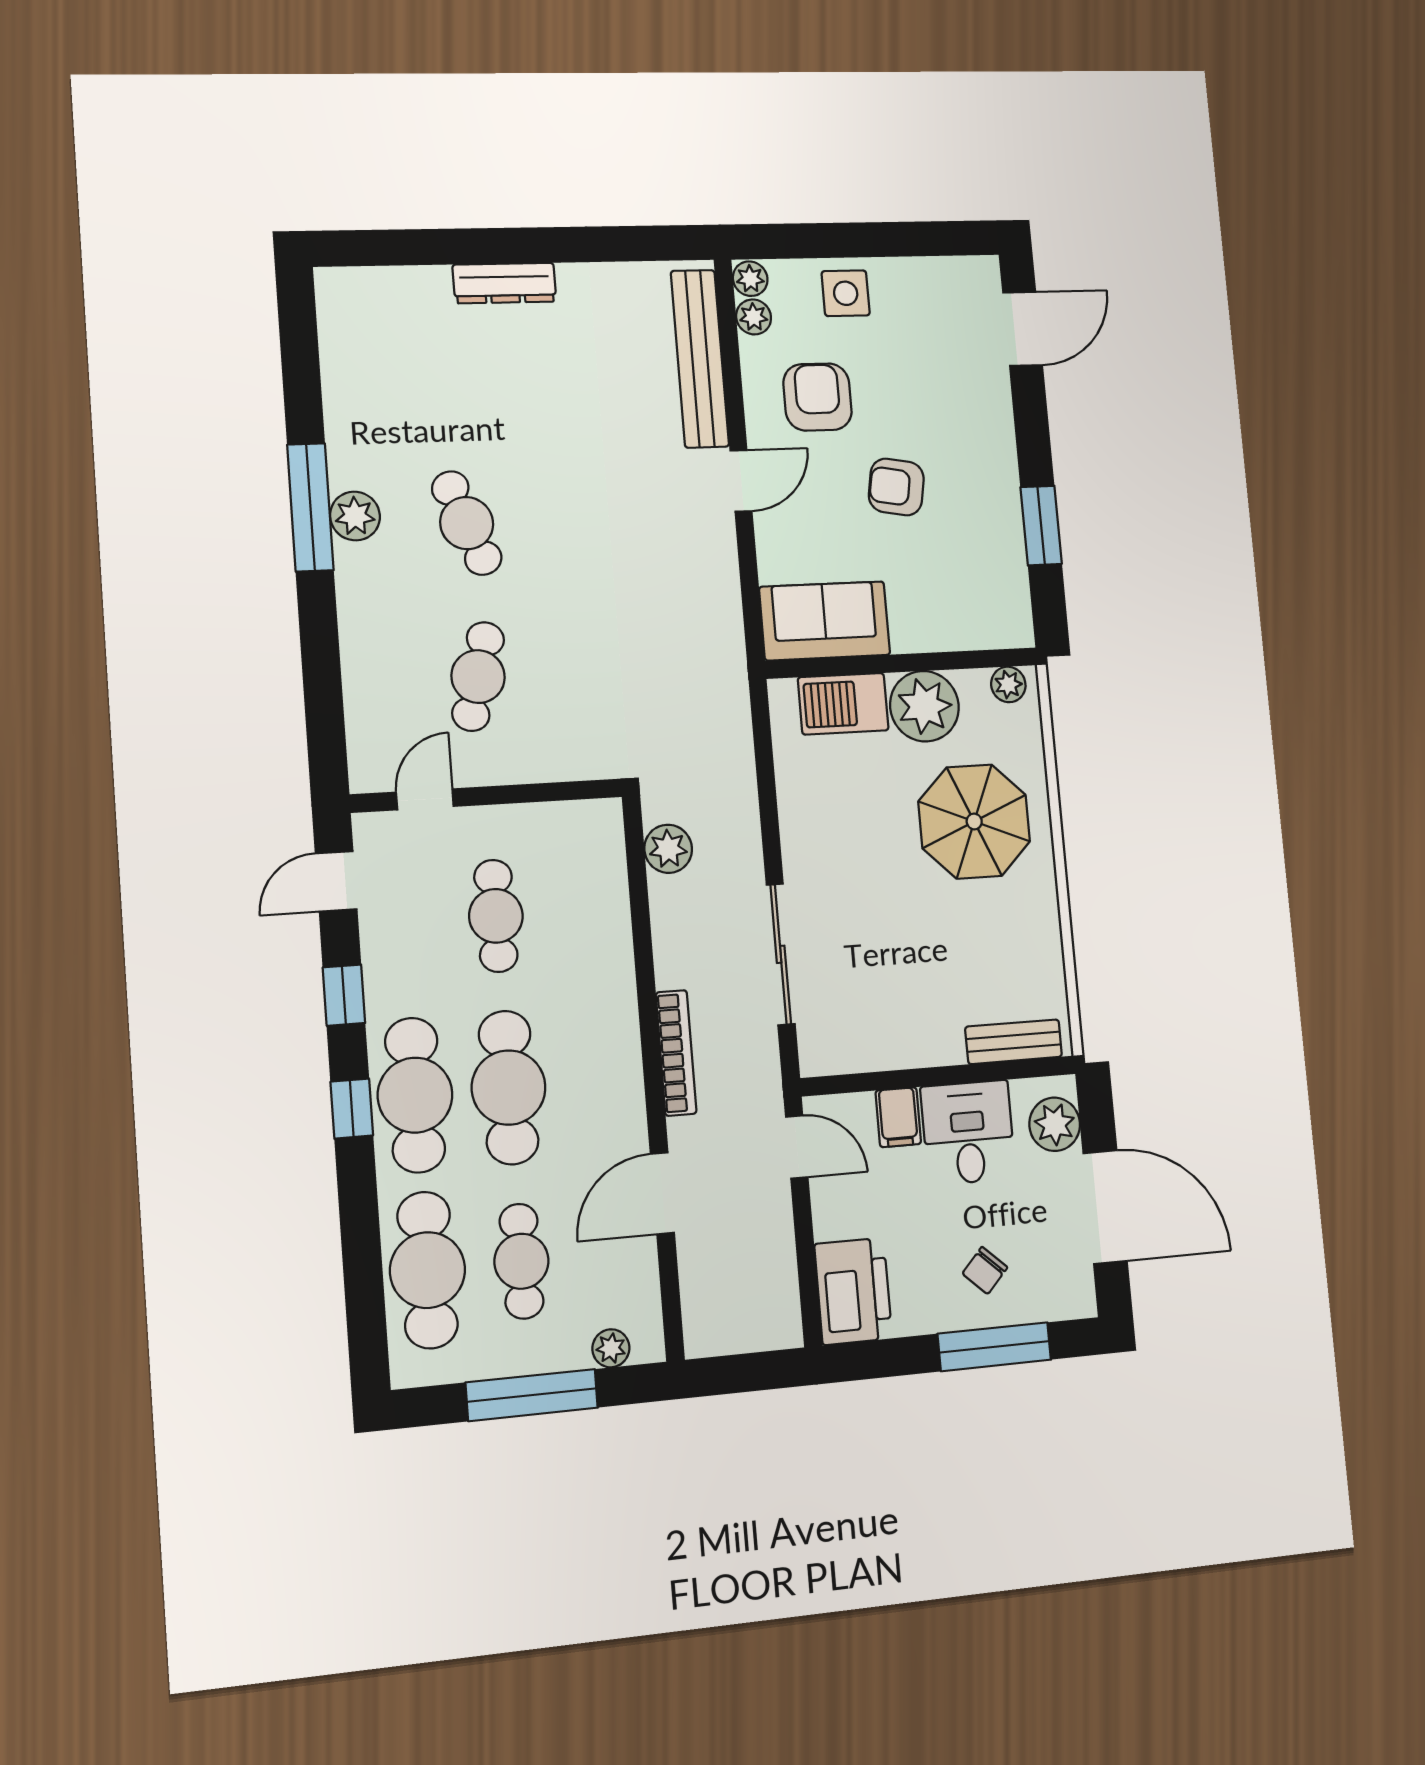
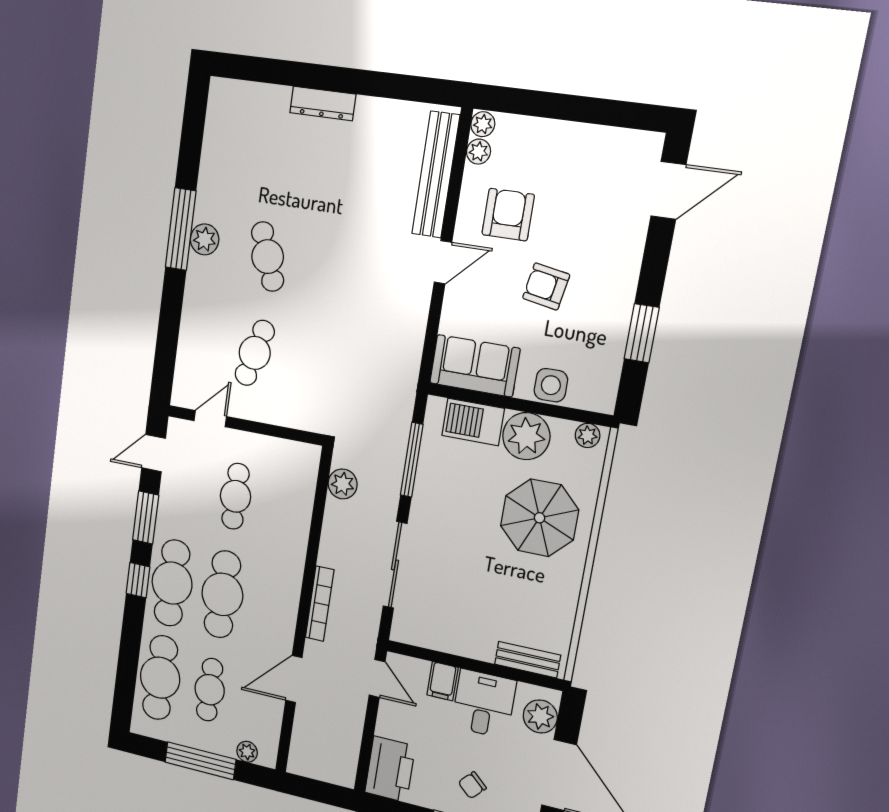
side table: (846, 293) -> (551, 385), moved
window: (766, 784) -> (412, 460), added
window: (344, 995) -> (146, 518), width x1.50

